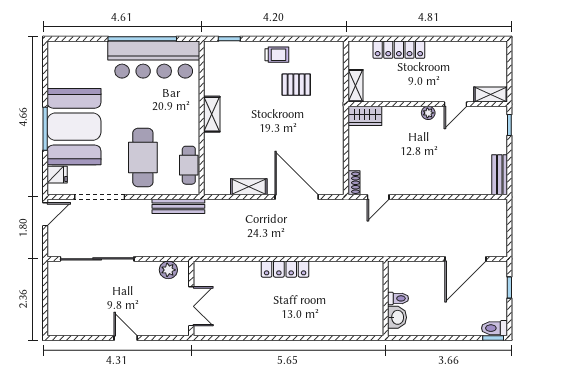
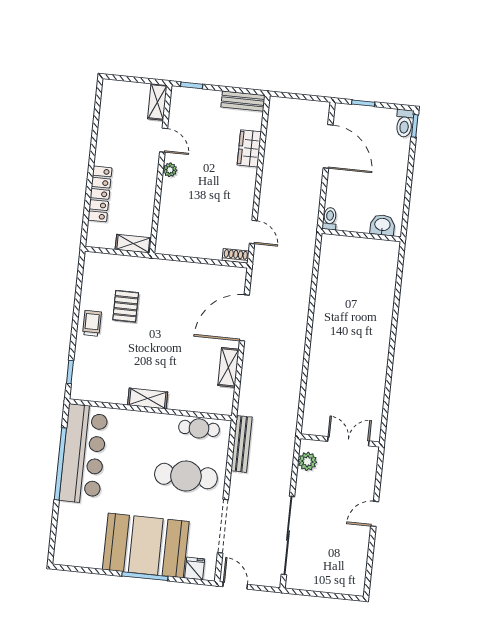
wardrobe: (365, 116) -> (249, 148), moved, turned 180
locker: (285, 269) -> (319, 338), removed
toilet: (398, 298) -> (330, 219), moved

